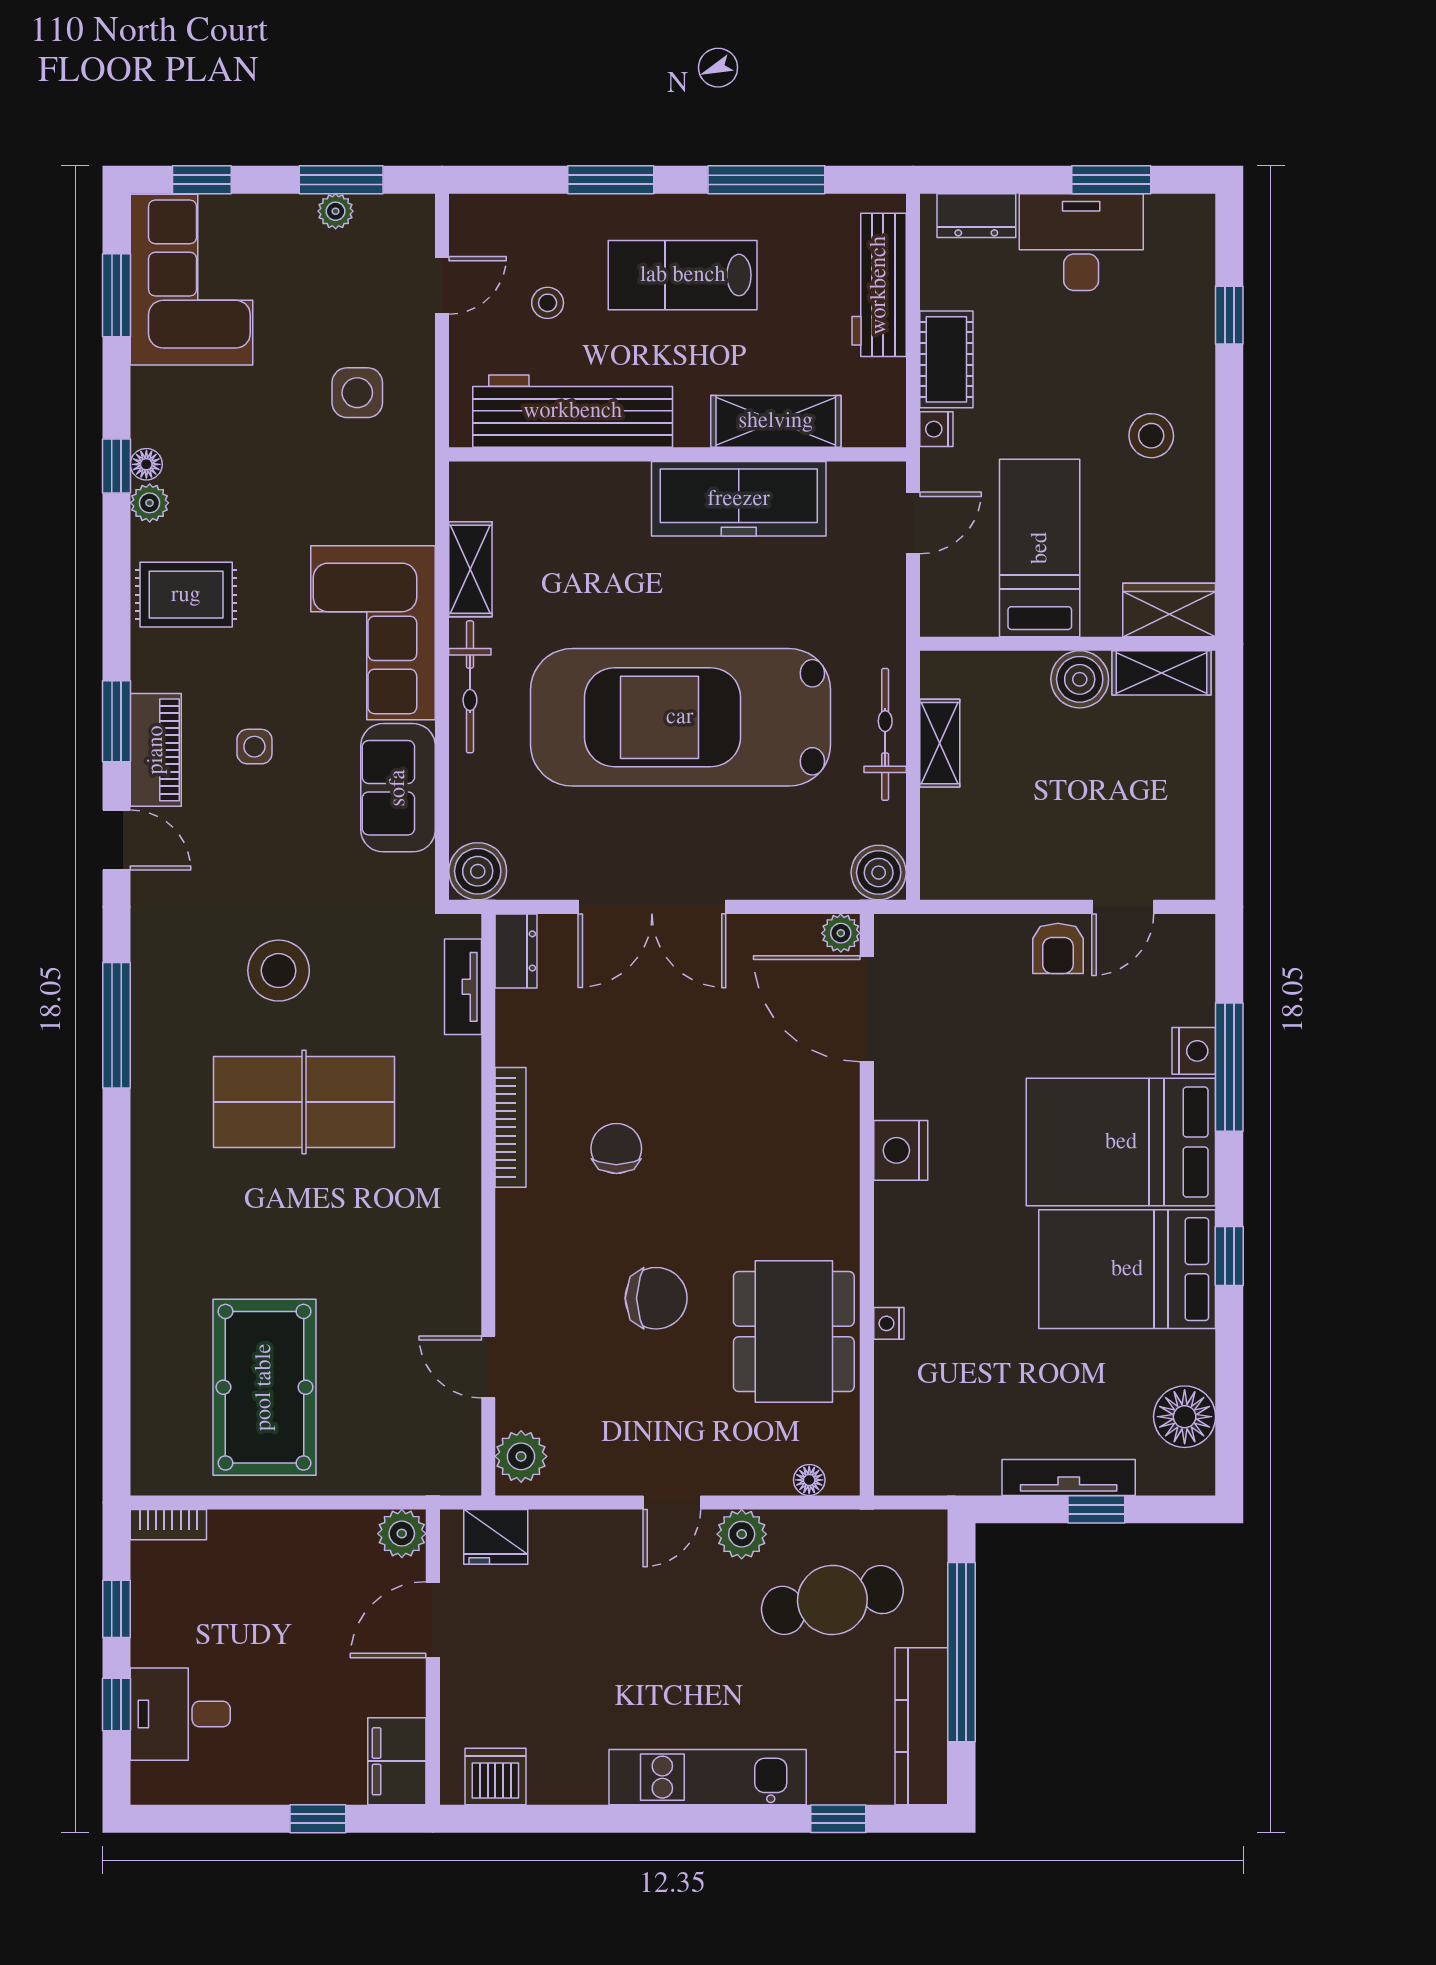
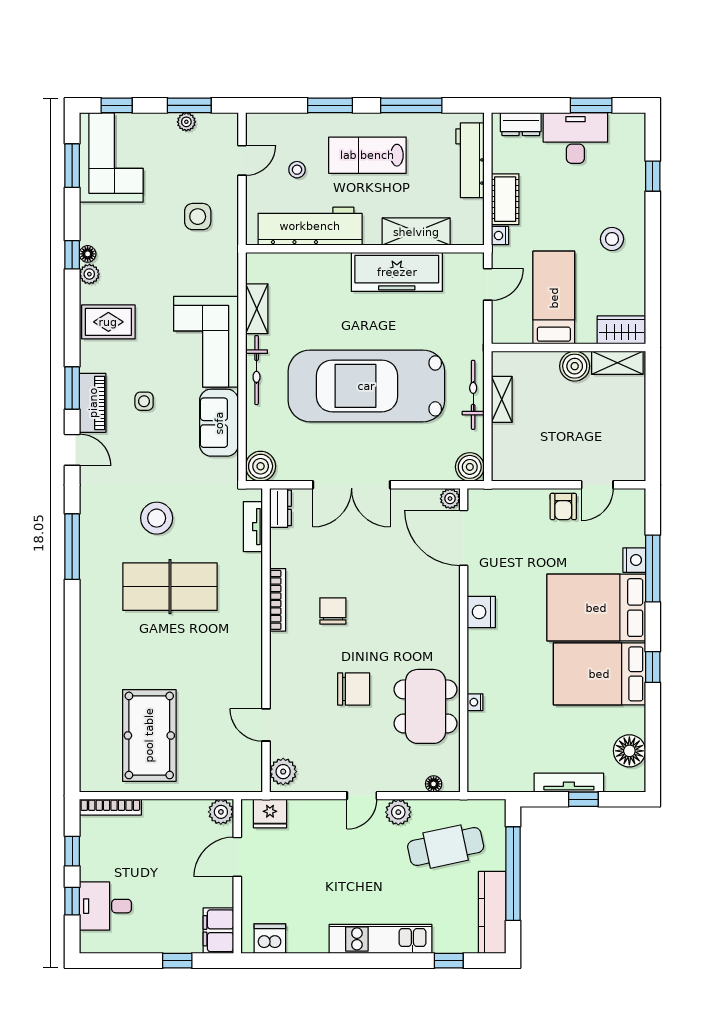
bookcase: (168, 1525) -> (110, 807), width x1.56

